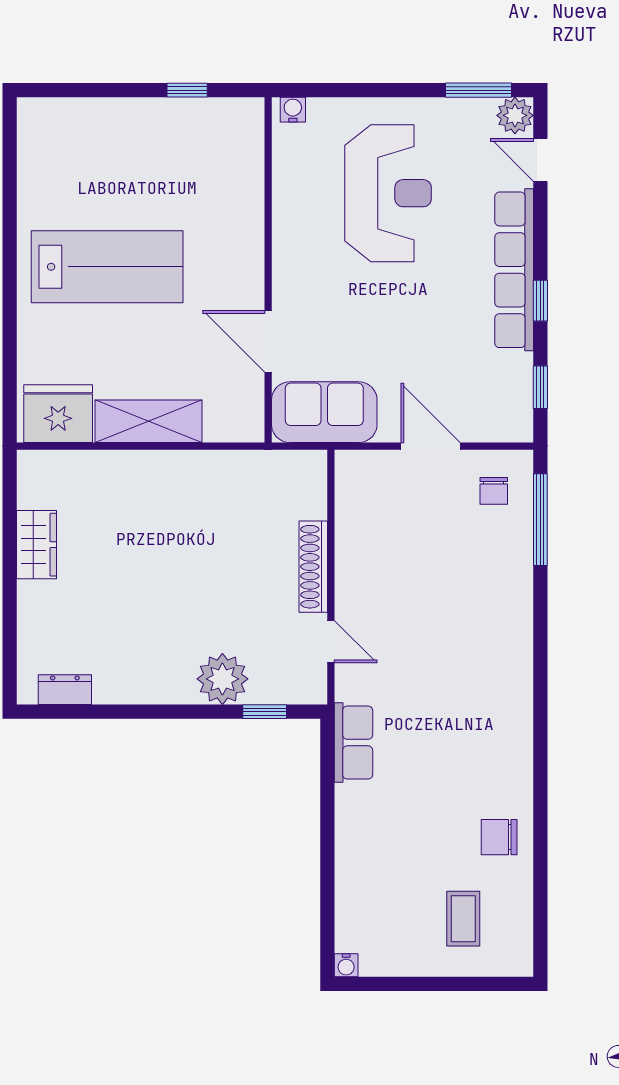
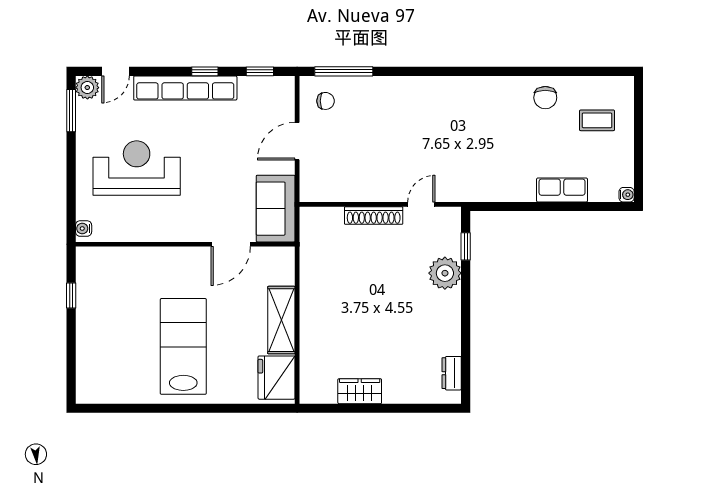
row of seats: (353, 743) -> (562, 190), moved

